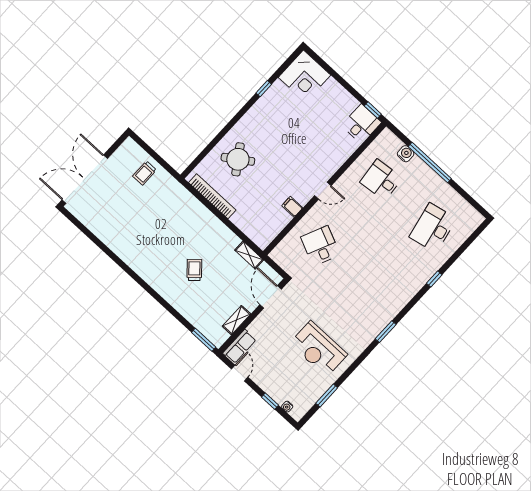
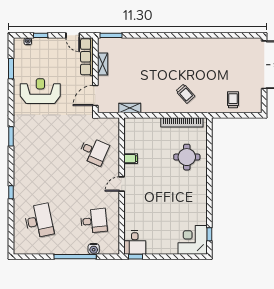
window: (264, 89) -> (209, 234), moved
round table: (238, 159) -> (187, 157), turned 34
trolley: (194, 270) -> (185, 94), moved
door: (271, 297) -> (95, 95), swing flipped
row of seats: (240, 346) -> (87, 57), width x1.48

